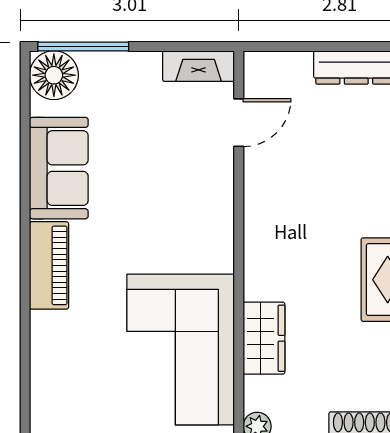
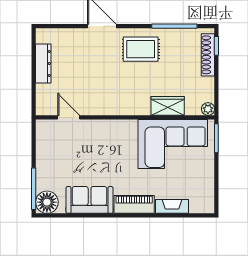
fireplace: (199, 66) -> (172, 206), moved, turned -90

